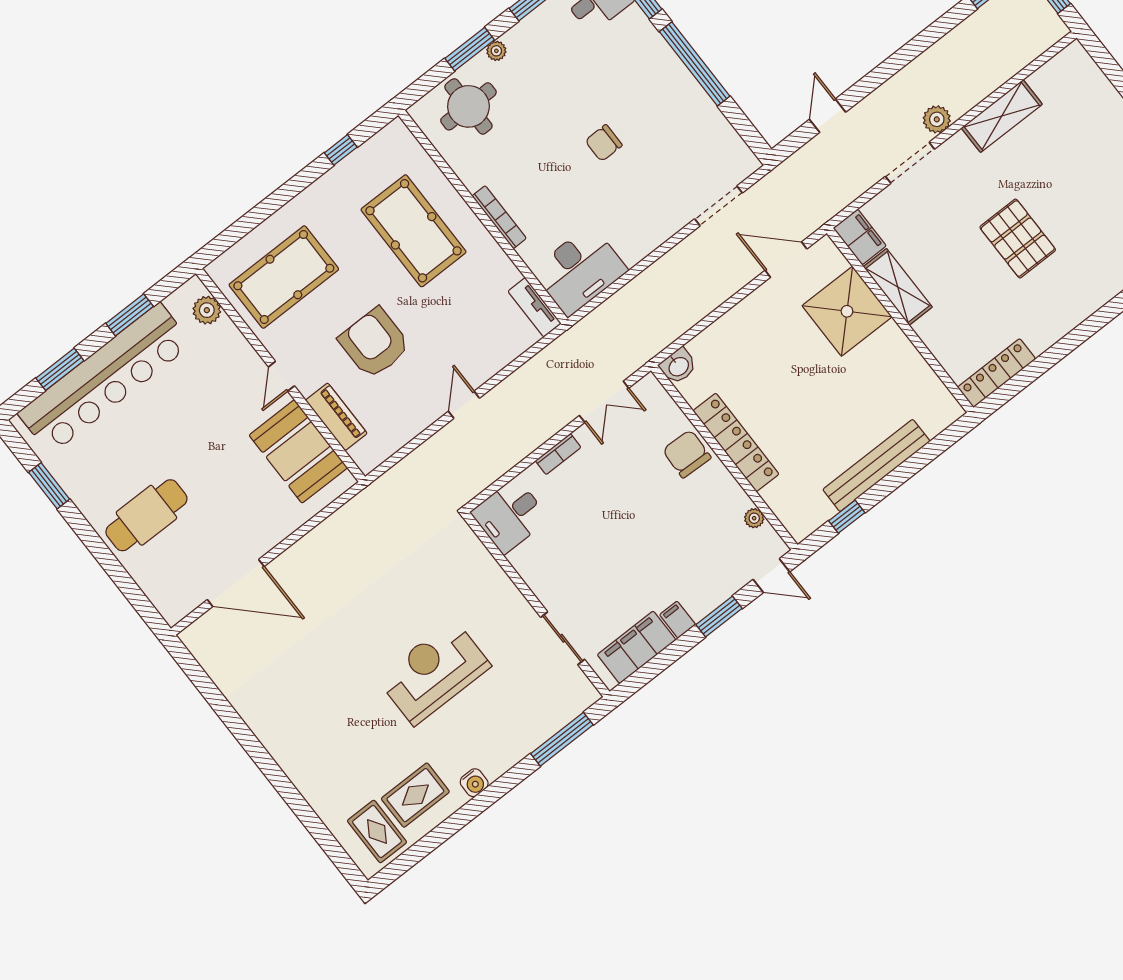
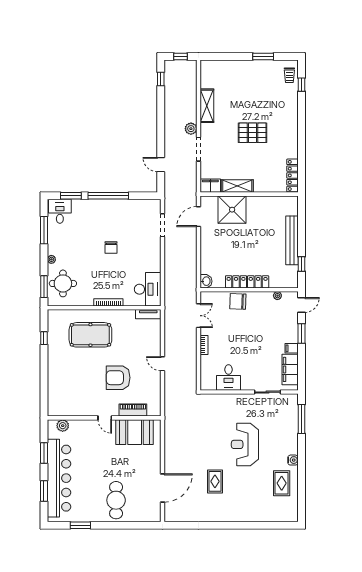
window: (470, 49) -> (44, 287), moved
pool table: (284, 277) -> (72, 391), removed
desk: (510, 516) -> (229, 377), moved
rug: (377, 832) -> (215, 481), moved, turned 90

